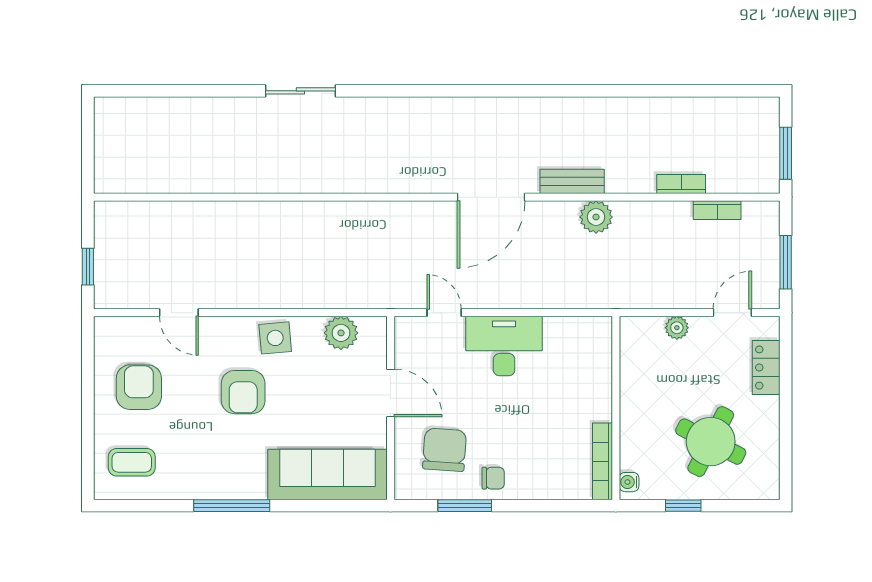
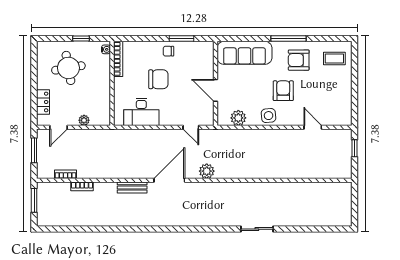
plant: (596, 217) -> (207, 171), moved
desk: (504, 346) -> (141, 112), moved
armchair: (139, 387) -> (299, 60), moved, turned 90
round table: (711, 442) -> (68, 68), turned -37
chair: (445, 450) -> (158, 79), moved, turned -94

